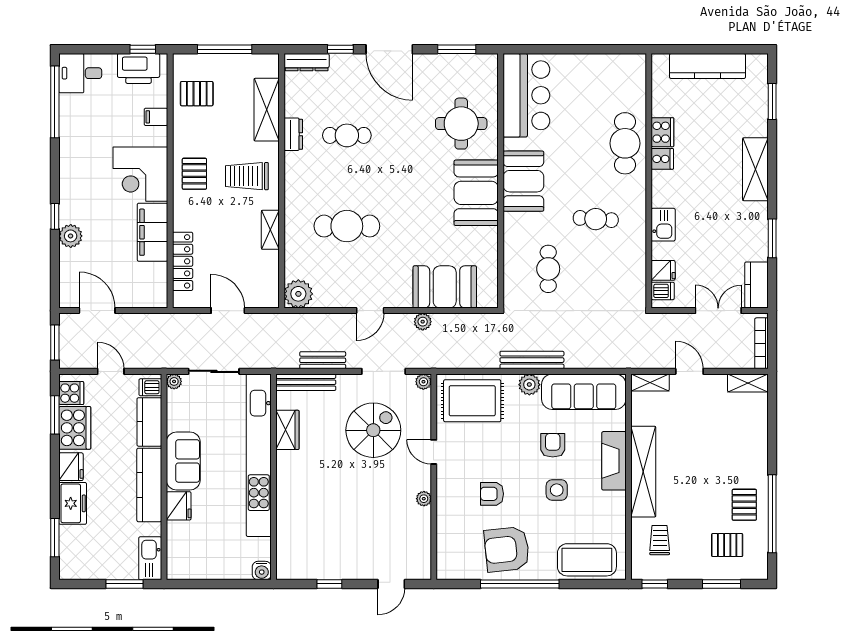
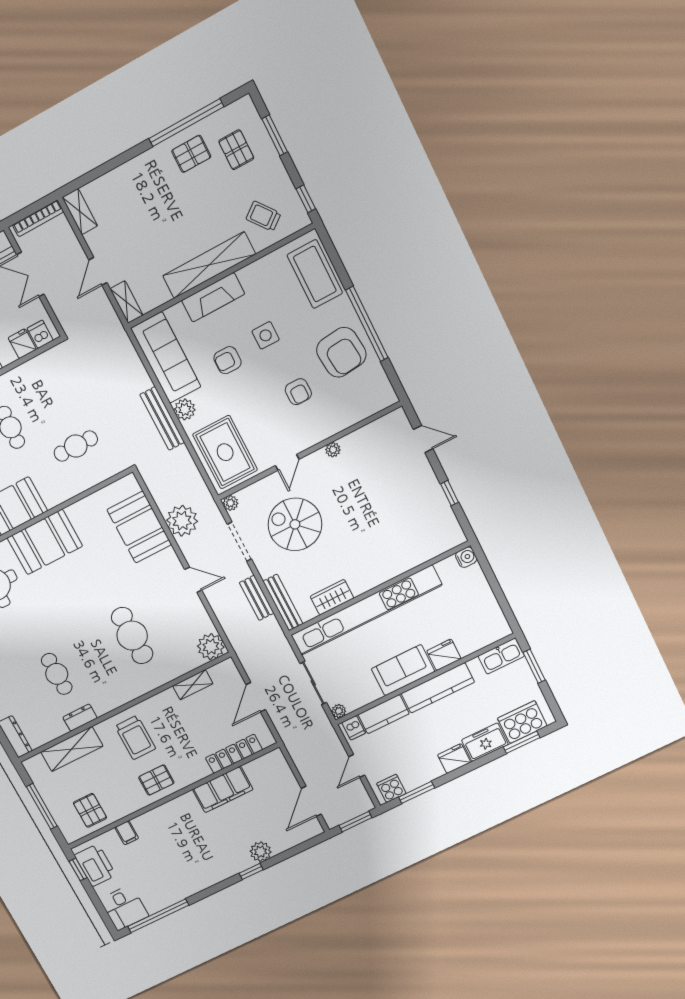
corner desk: (140, 174) -> (180, 822), removed
shelving: (270, 230) -> (193, 685), moved
plant: (423, 322) -> (182, 521), width x1.88, depth x1.88
cooker: (75, 428) -> (522, 722), moved
trolley: (660, 540) -> (263, 216), turned 52

